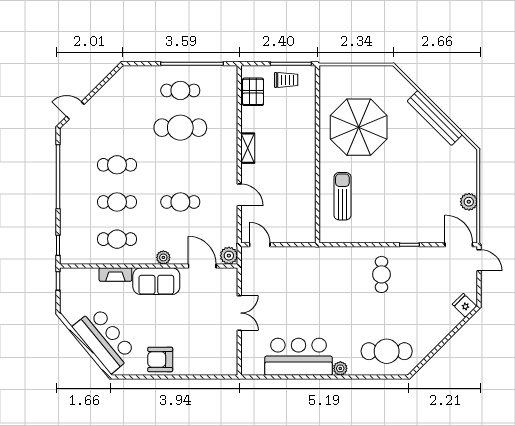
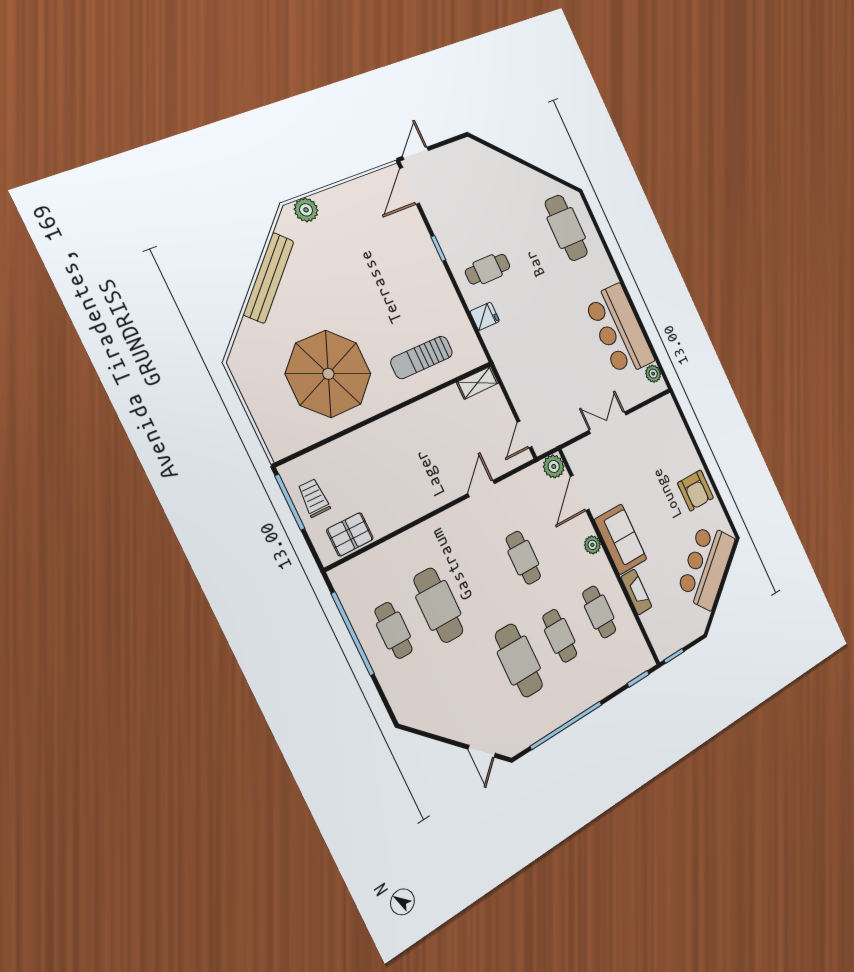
shelving: (248, 148) -> (478, 383), moved
cafe table: (117, 165) -> (519, 660), width x1.37, depth x1.35
plant: (469, 202) -> (306, 210), moved
fridge: (464, 305) -> (485, 316), moved, turned -135
plant: (340, 368) -> (653, 374), moved

